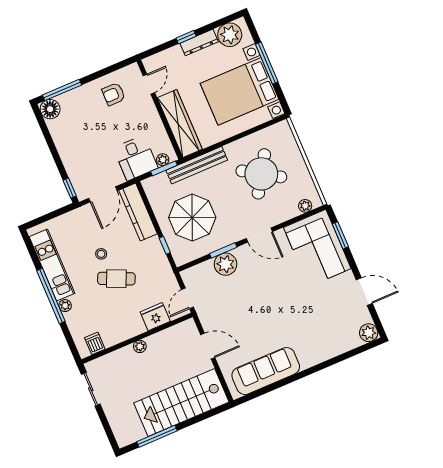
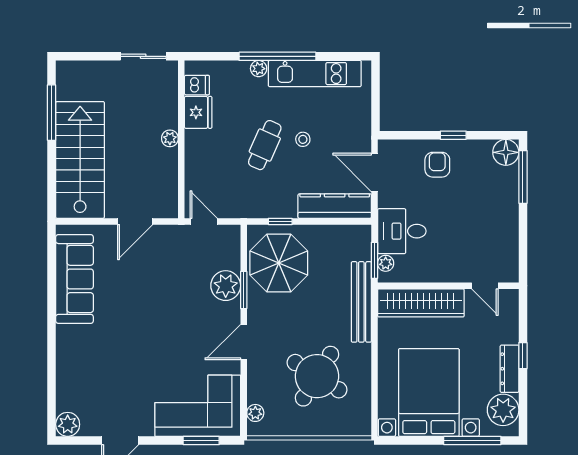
window: (267, 63) -> (472, 440), moved
armchair: (113, 94) -> (437, 165), moved
window: (70, 188) -> (453, 135), moved
parasol: (192, 218) -> (279, 263), moved
fridge: (155, 317) -> (198, 112), moved

